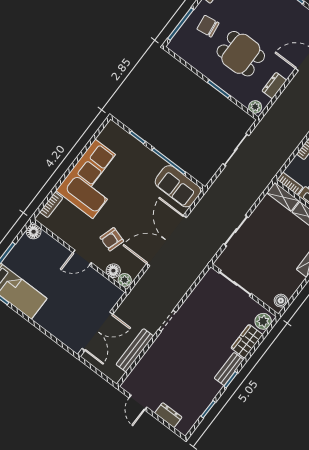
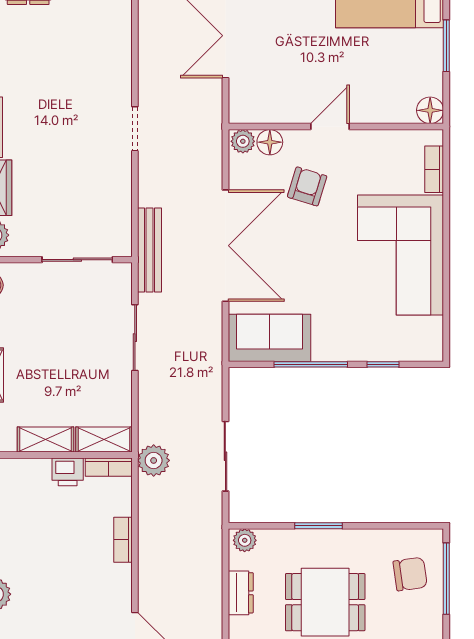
chair: (208, 26) -> (410, 574), moved
plant: (268, 171) -> (154, 460), added
bench: (135, 350) -> (149, 250), moved

